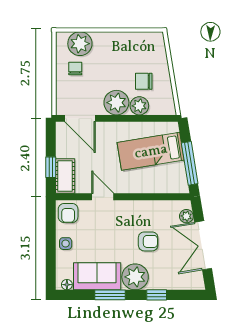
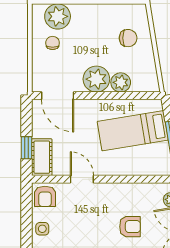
chair: (144, 81) -> (128, 38), moved, turned 180

